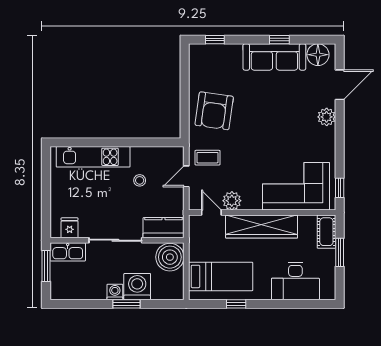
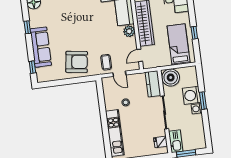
sofa: (274, 57) -> (41, 47), moved
plant: (232, 201) -> (129, 31), moved

